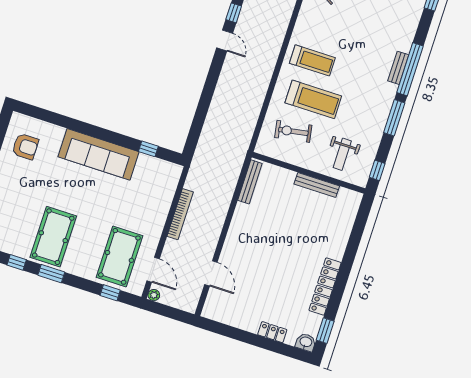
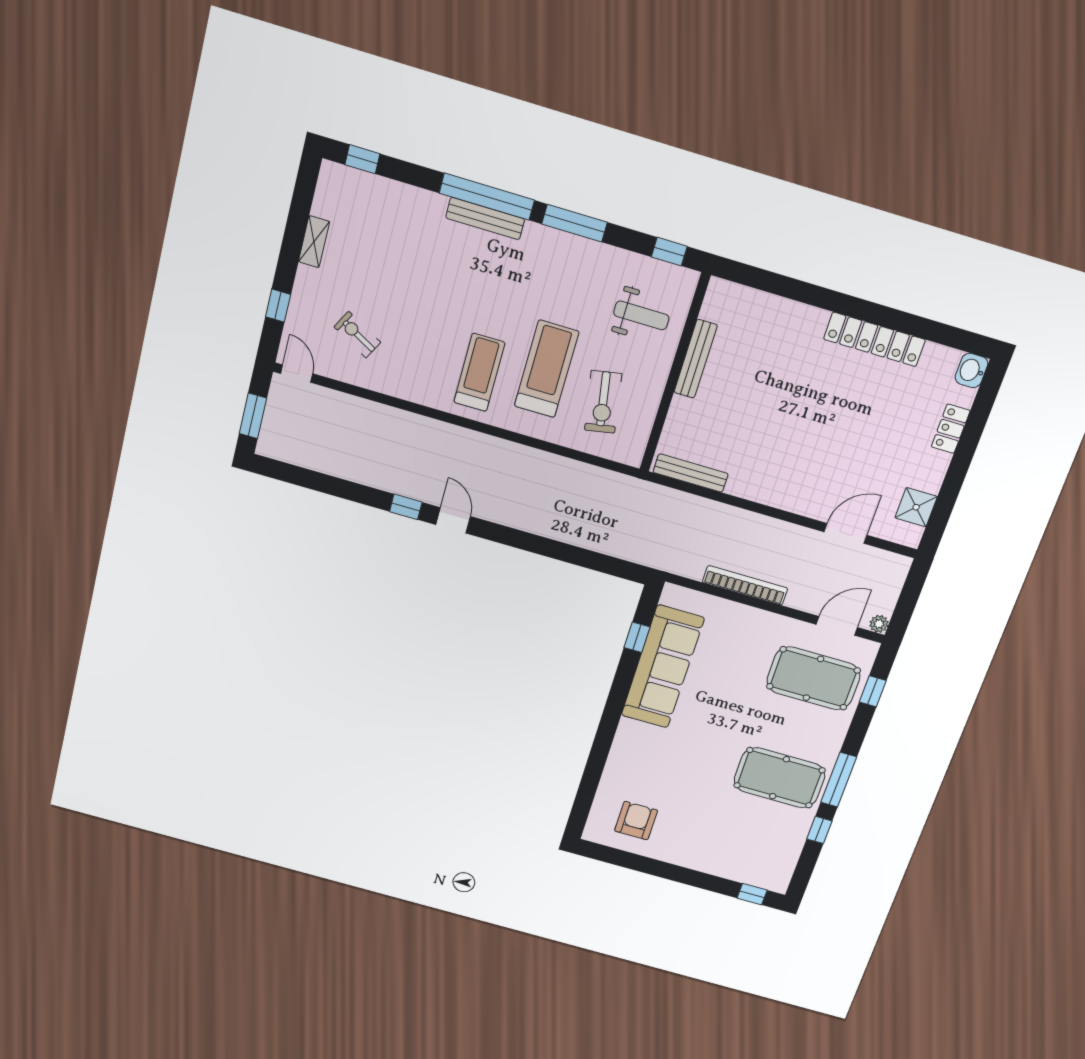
door: (225, 41) -> (453, 520), hinge flipped
bench: (398, 68) -> (485, 219), width x1.36
sofa: (98, 154) -> (663, 667), moved
window: (51, 274) -> (839, 780), width x1.44
shower: (226, 314) -> (916, 507), added
window: (325, 331) -> (953, 337), removed

